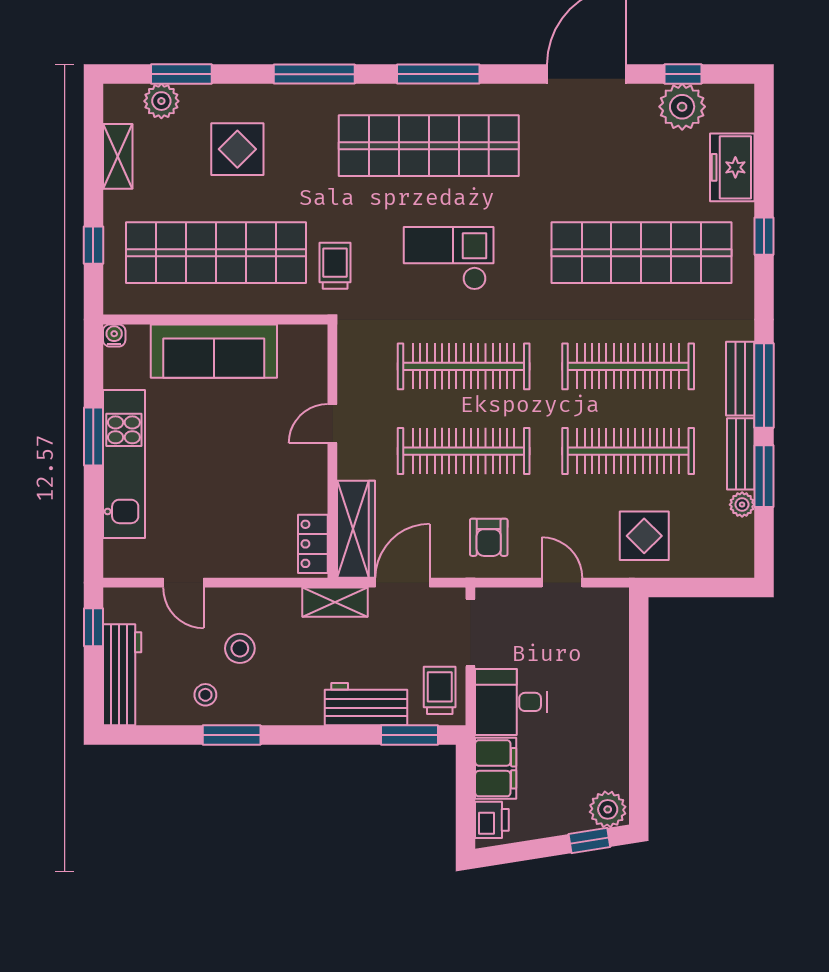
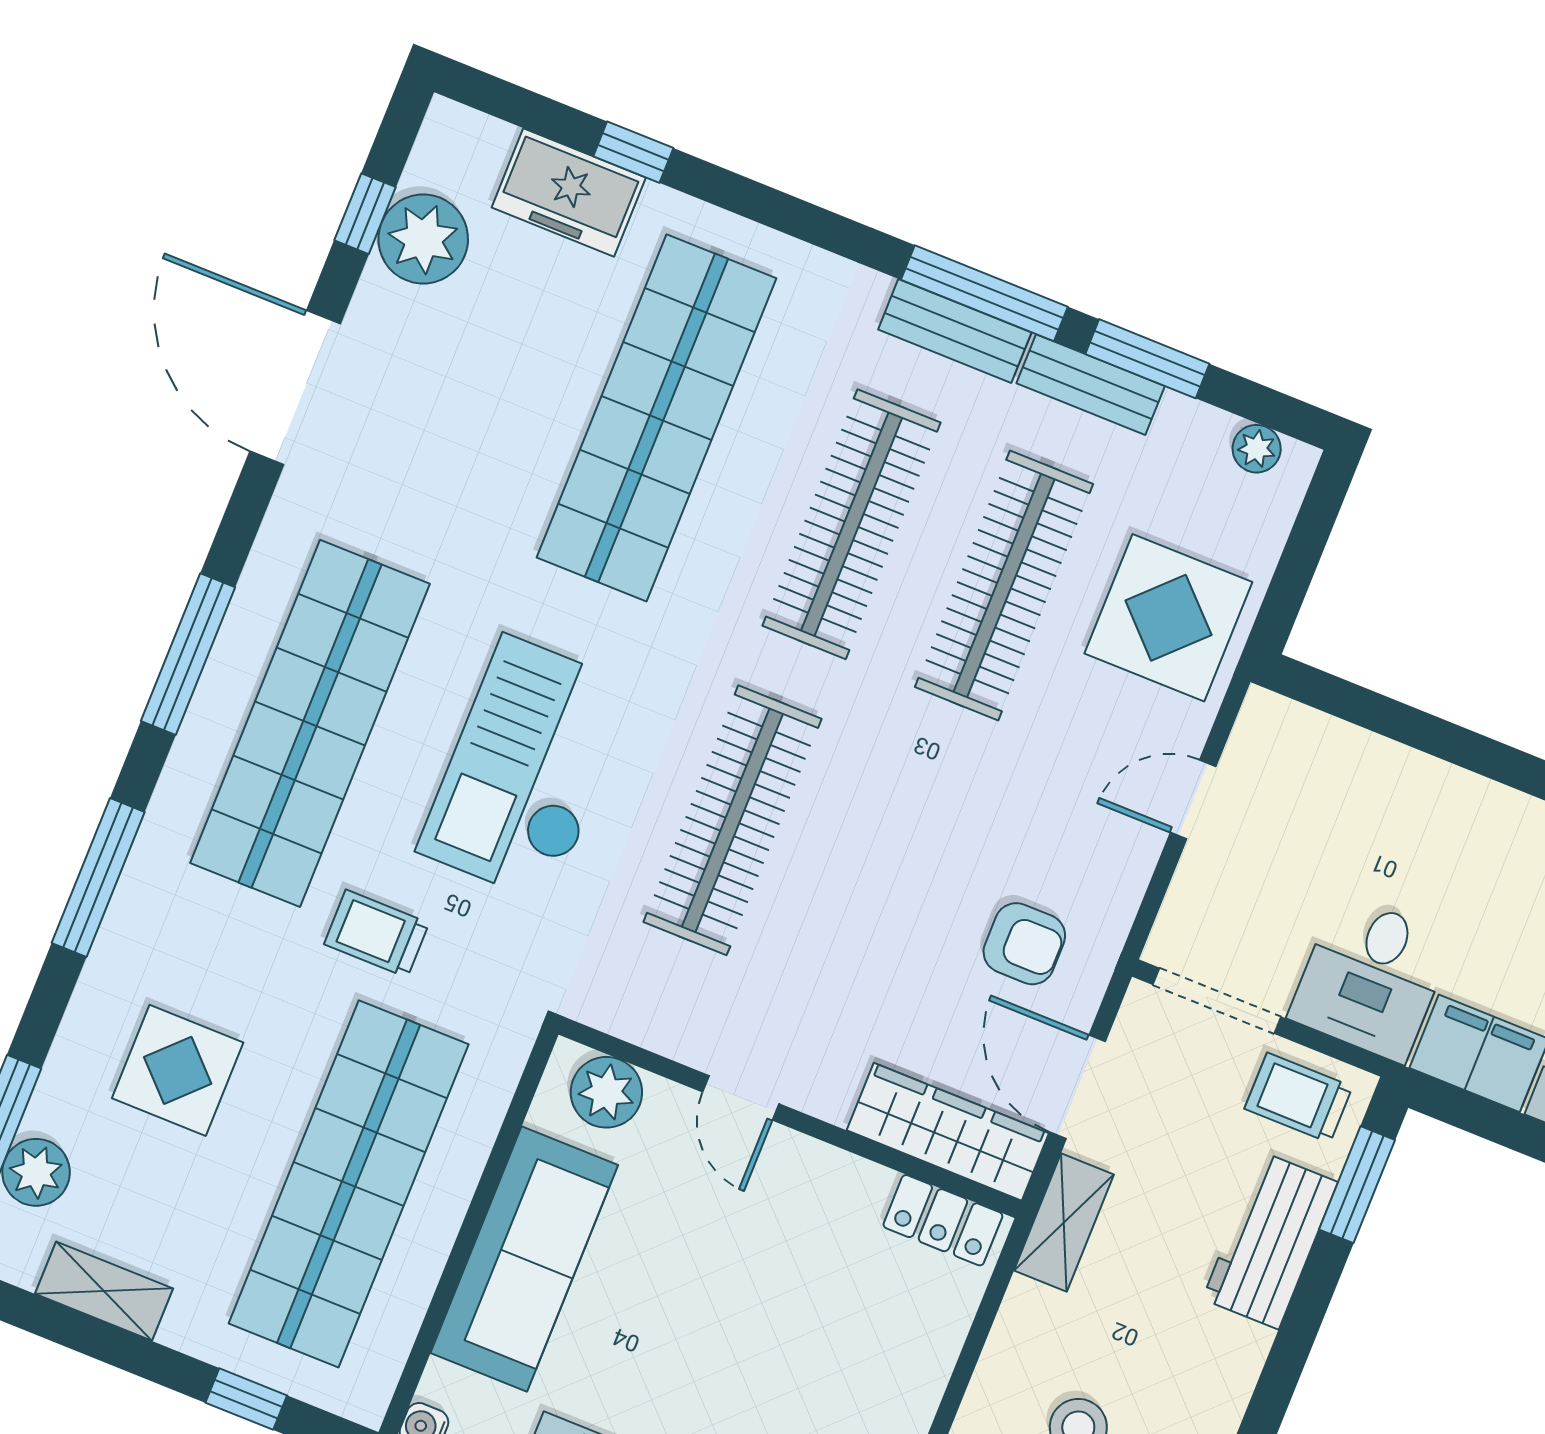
window: (764, 236) -> (633, 152), moved
checkout: (449, 258) -> (527, 769), width x1.36, depth x1.21
trolley: (335, 266) -> (377, 934), moved
plant: (309, 358) -> (606, 1092), added
clothes rail: (464, 451) -> (885, 882), removed
plant: (742, 505) -> (1257, 449), moved
display table: (644, 536) -> (1168, 618), width x1.36, depth x1.36
armchair: (489, 537) -> (1024, 944), moved

